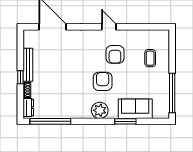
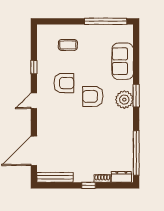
door: (109, 27) -> (34, 101), moved
window: (130, 27) -> (34, 67), added
bench: (28, 65) -> (55, 177), moved
window: (125, 121) -> (136, 96), moved

